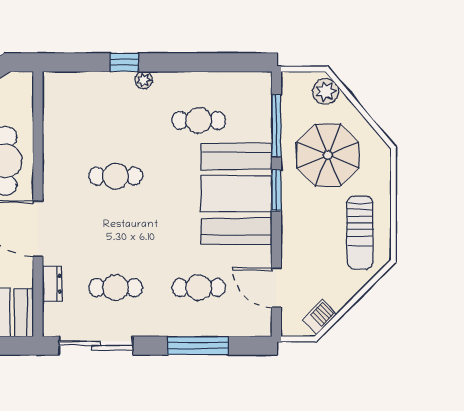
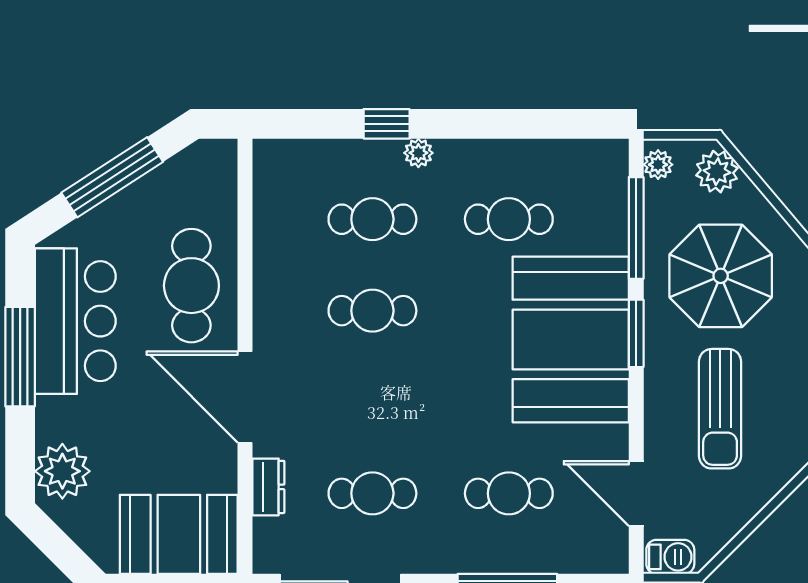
plant: (290, 87) -> (658, 165), added
cafe table: (116, 120) -> (372, 219), added
sun lounger: (360, 233) -> (720, 409), moved
barbecue: (319, 317) -> (670, 557), moved, turned 45

